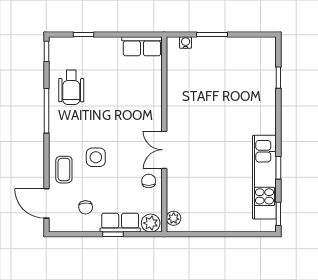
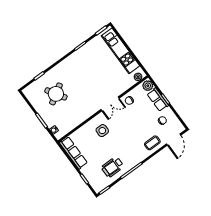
row of seats: (142, 46) -> (73, 153), width x1.48
round table: (235, 83) -> (56, 94), added
wheelchair: (71, 87) -> (113, 167), turned 180
side table: (96, 157) -> (102, 131), moved
kitchen unit: (264, 177) -> (120, 51), moved, turned 90

